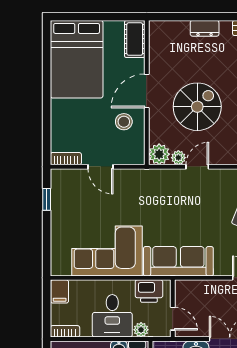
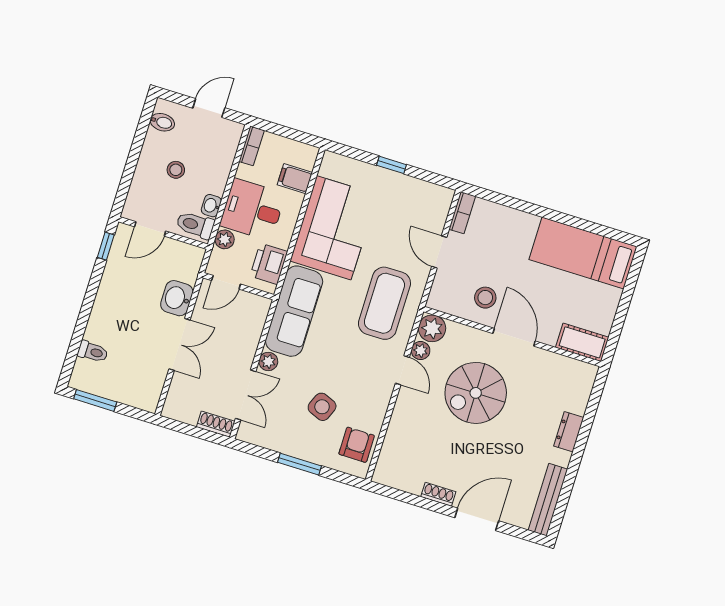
bed: (77, 59) -> (583, 253), width x0.67
spiral stairs: (197, 107) -> (476, 393), turned 90
door: (100, 167) -> (439, 252), hinge flipped
coffee table: (151, 196) -> (384, 303), added
window: (47, 199) -> (391, 165), moved
plant: (222, 269) -> (268, 361), added
filing cabinet: (60, 291) -> (295, 179), moved

